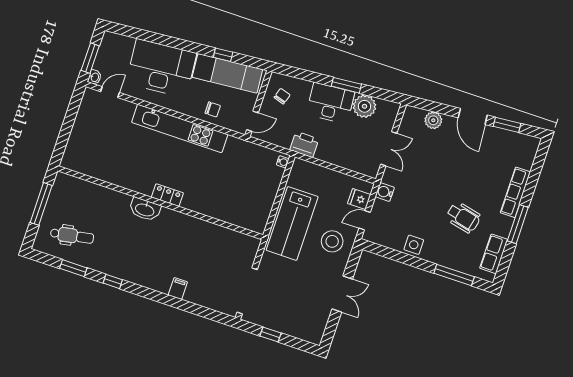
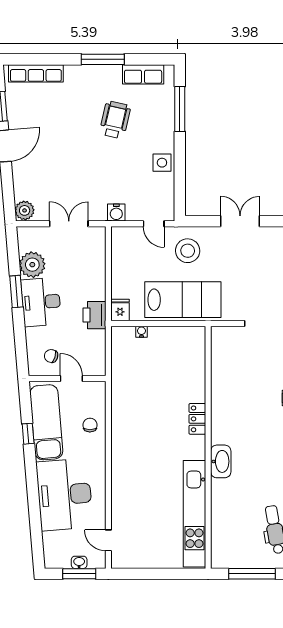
washbasin: (95, 77) -> (79, 562), moved
plant: (433, 120) -> (25, 210), moved
door: (252, 121) -> (71, 378), moved
kitchen unit: (180, 128) -> (195, 514), moved, turned 180
water cooler: (283, 162) -> (141, 332), moved
row of seats: (515, 192) -> (36, 73), moved
locker: (167, 195) -> (197, 419), moved
fridge: (359, 199) -> (120, 310), moved, turned 180

